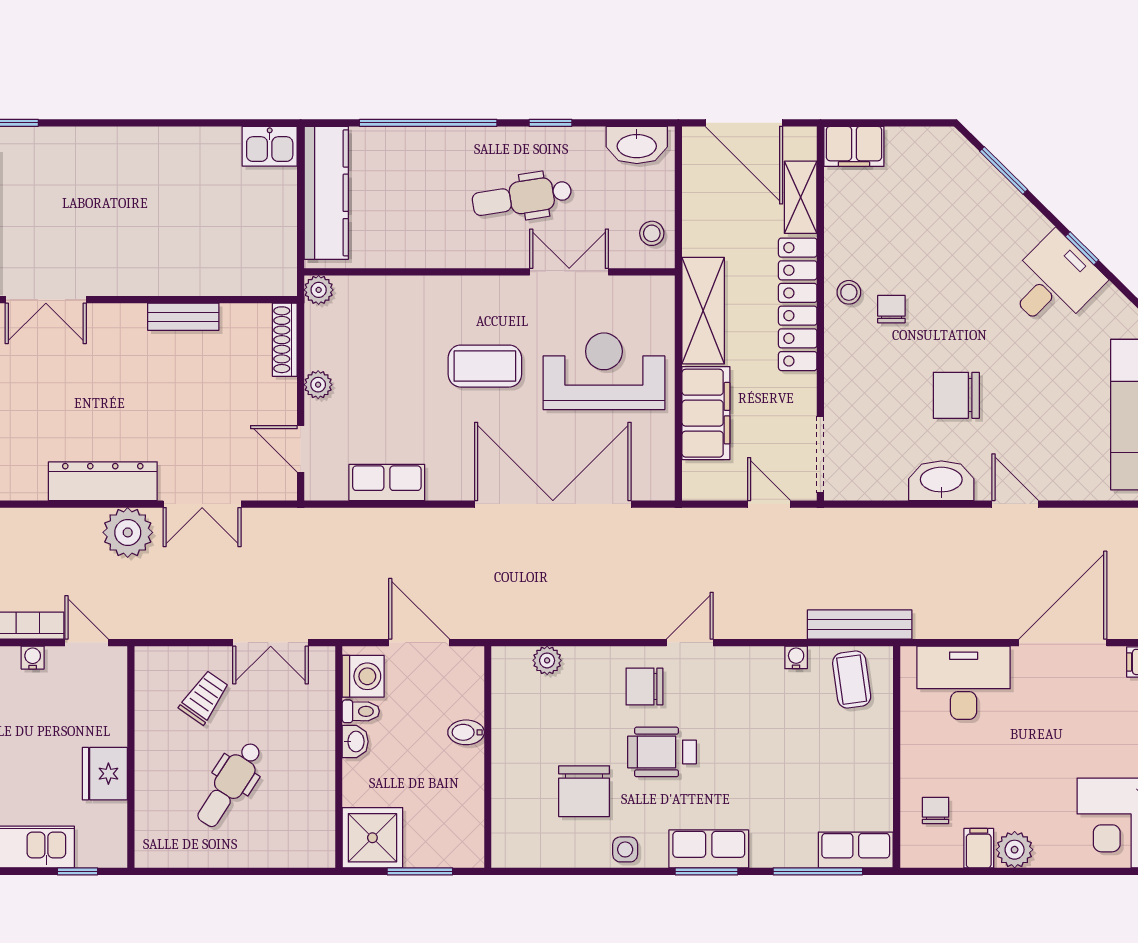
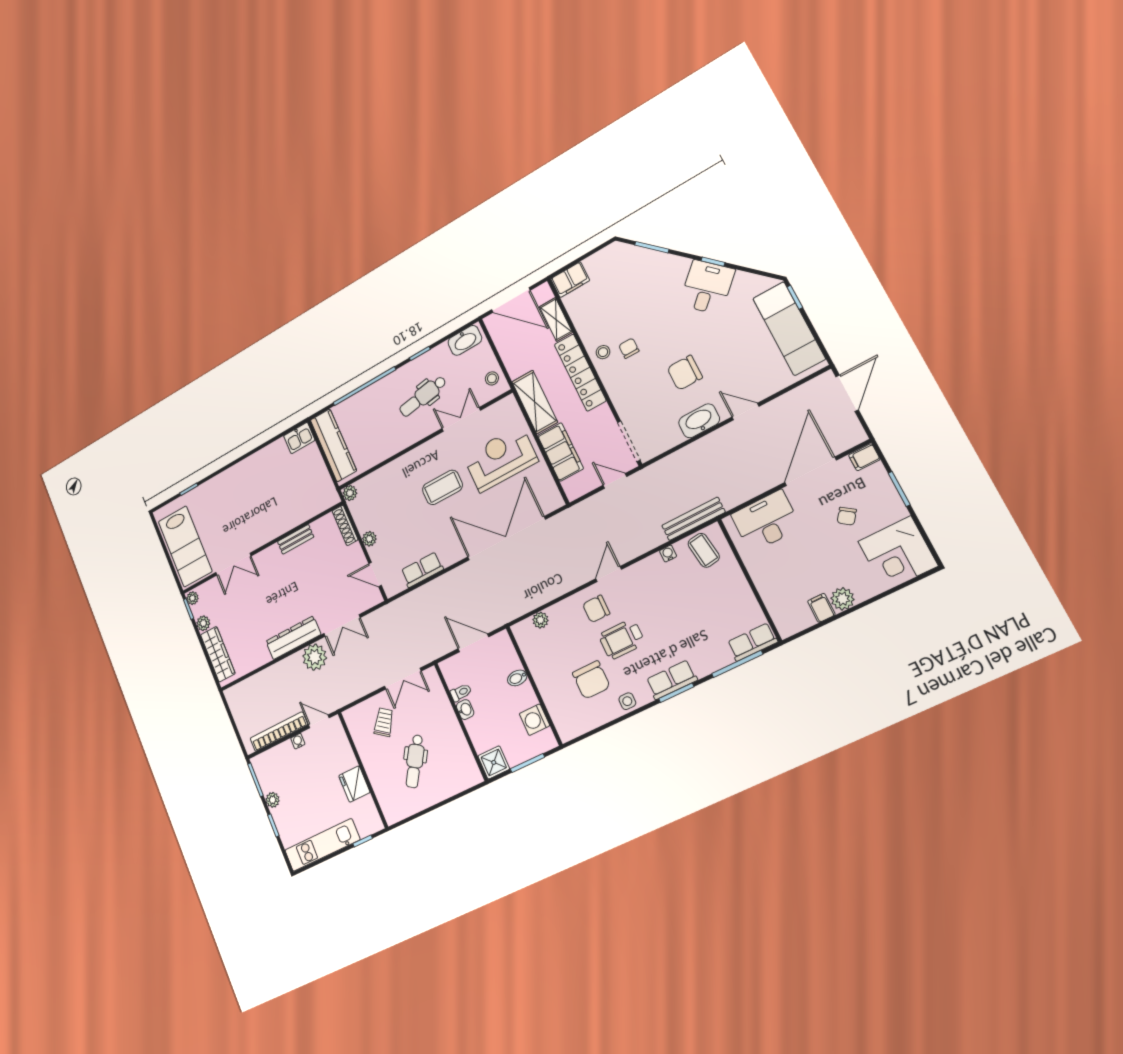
washing machine: (363, 676) -> (534, 720), moved, turned 180
chair: (936, 810) -> (847, 516), moved, turned -144
shower: (372, 838) -> (494, 762), width x0.73, depth x0.73

